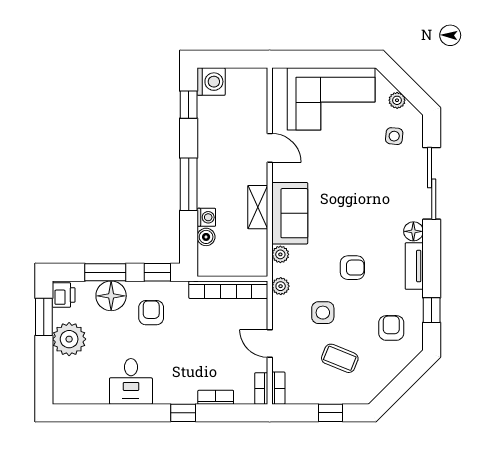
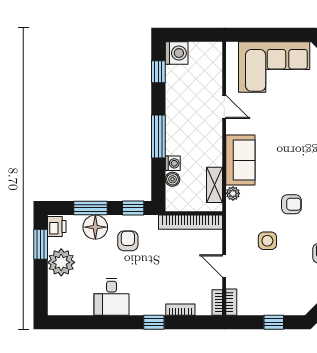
shelving: (258, 207) -> (214, 185), moved
plant: (281, 286) -> (233, 219), removed
coffee table: (340, 358) -> (281, 278), removed

